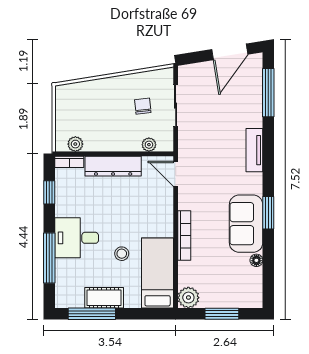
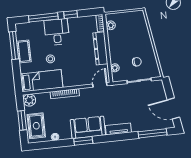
window: (49, 192) -> (71, 14), moved
sofa: (246, 224) -> (88, 127), moved
rug: (234, 290) -> (36, 126), added

